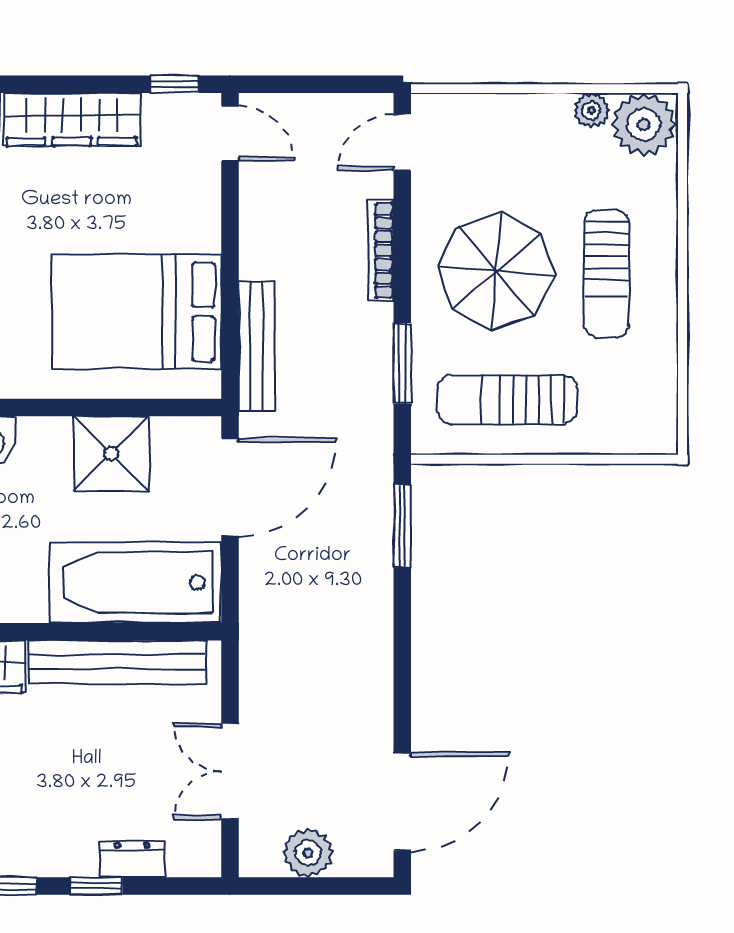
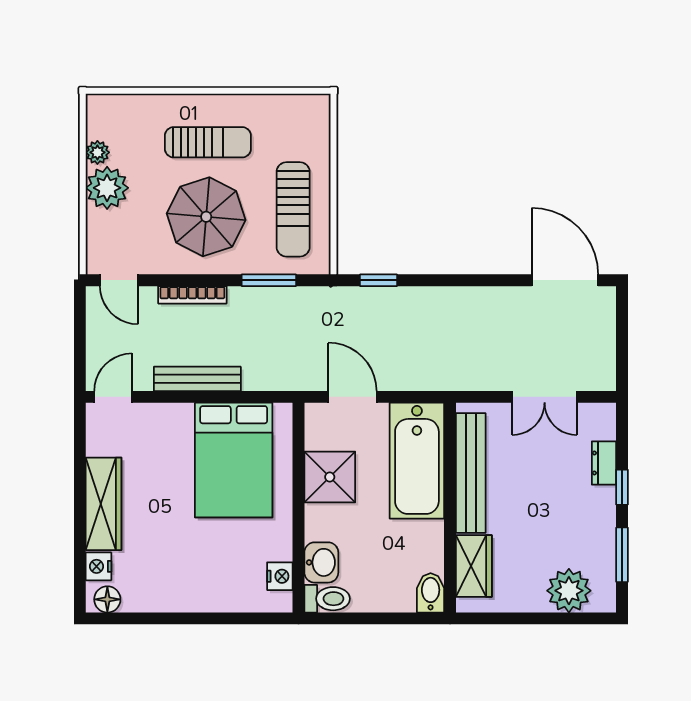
window: (174, 84) -> (80, 434), removed
plant: (644, 124) -> (107, 188), moved
bench: (257, 346) -> (197, 379), moved
door: (230, 487) -> (352, 397), width x0.73
window: (402, 526) -> (378, 280), width x0.67
plant: (308, 853) -> (600, 344), removed

